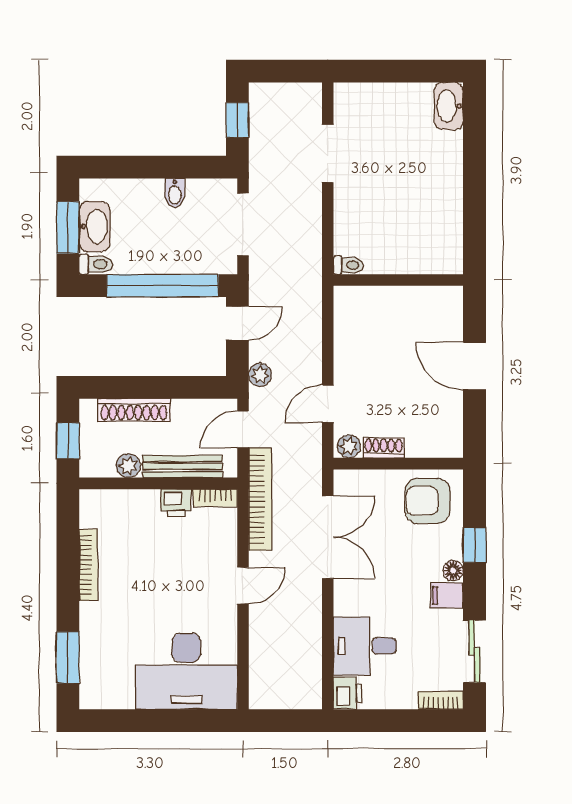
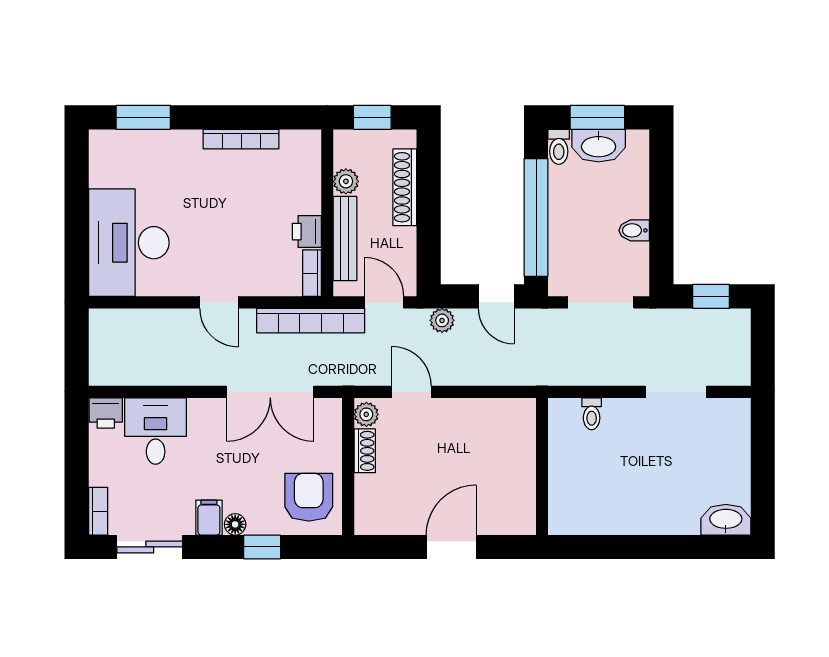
toilet: (348, 265) -> (592, 414), moved

